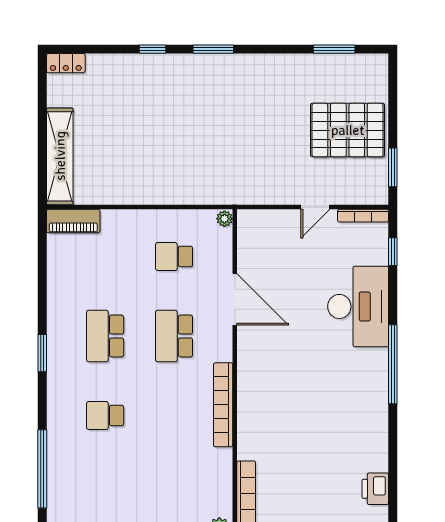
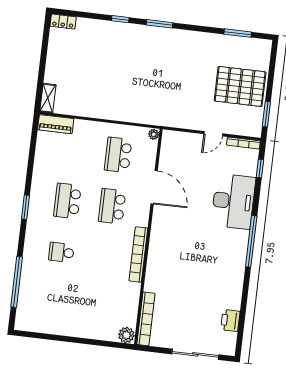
shelving: (60, 156) -> (48, 98), width x0.45, depth x0.75
school desk: (174, 256) -> (118, 155), width x1.85

